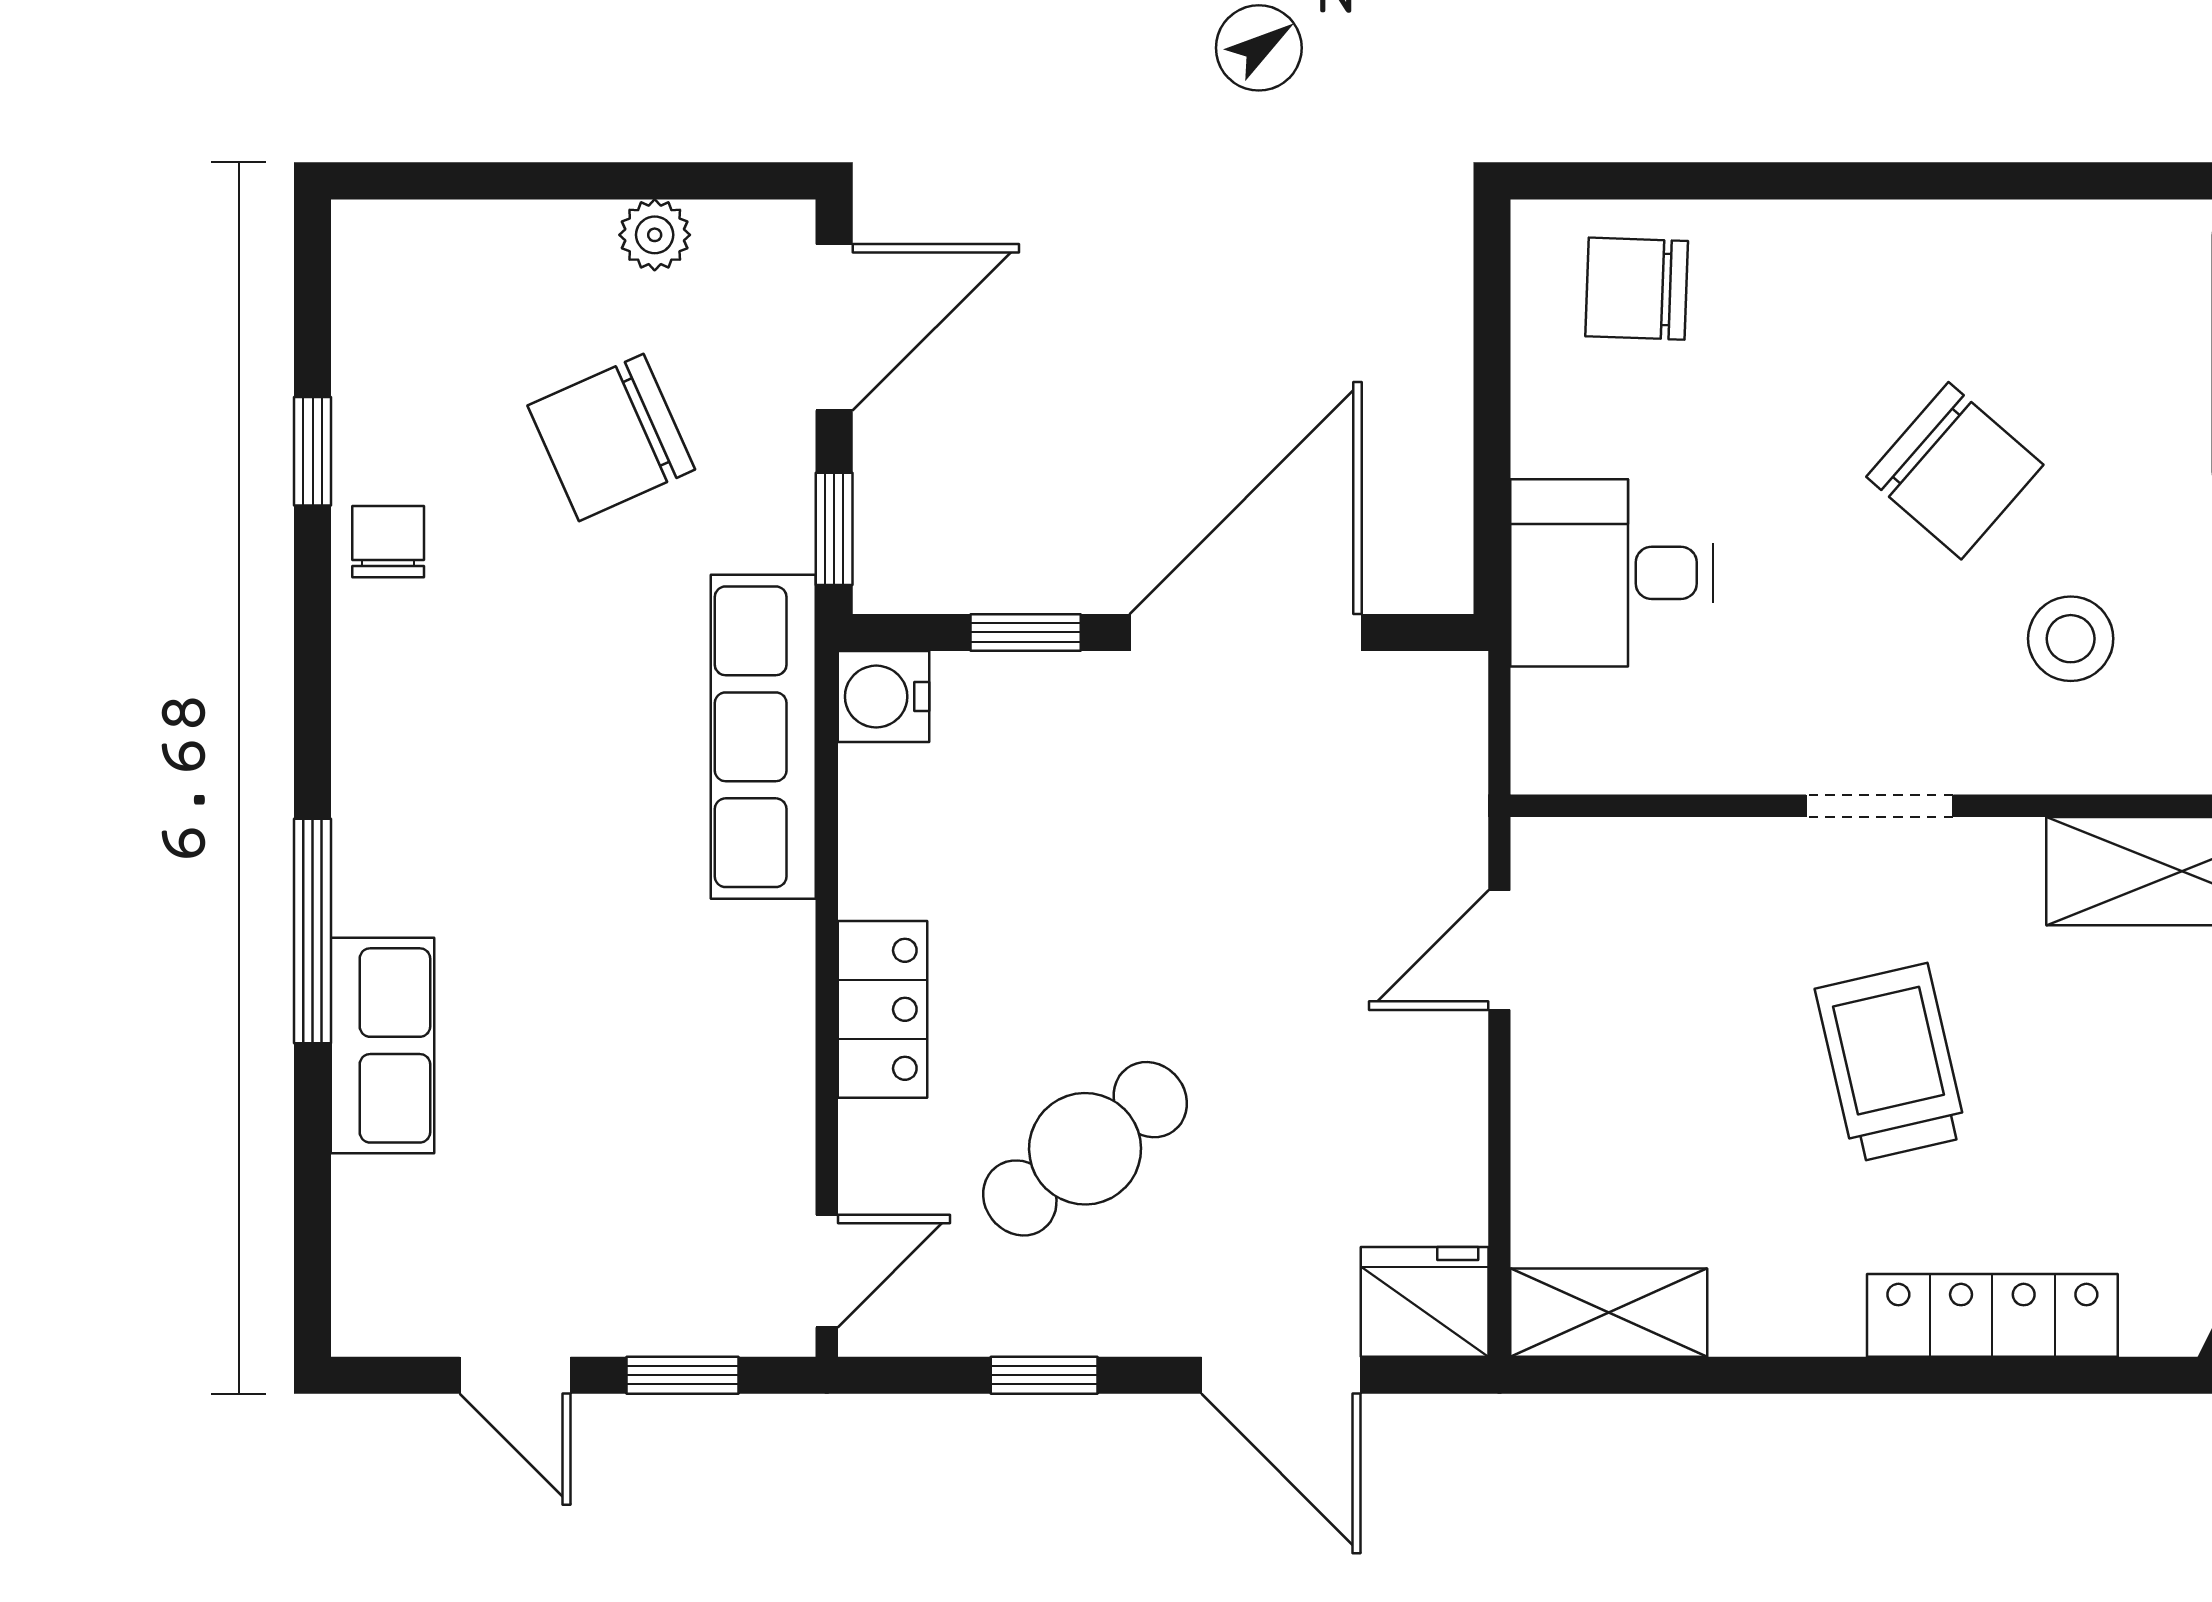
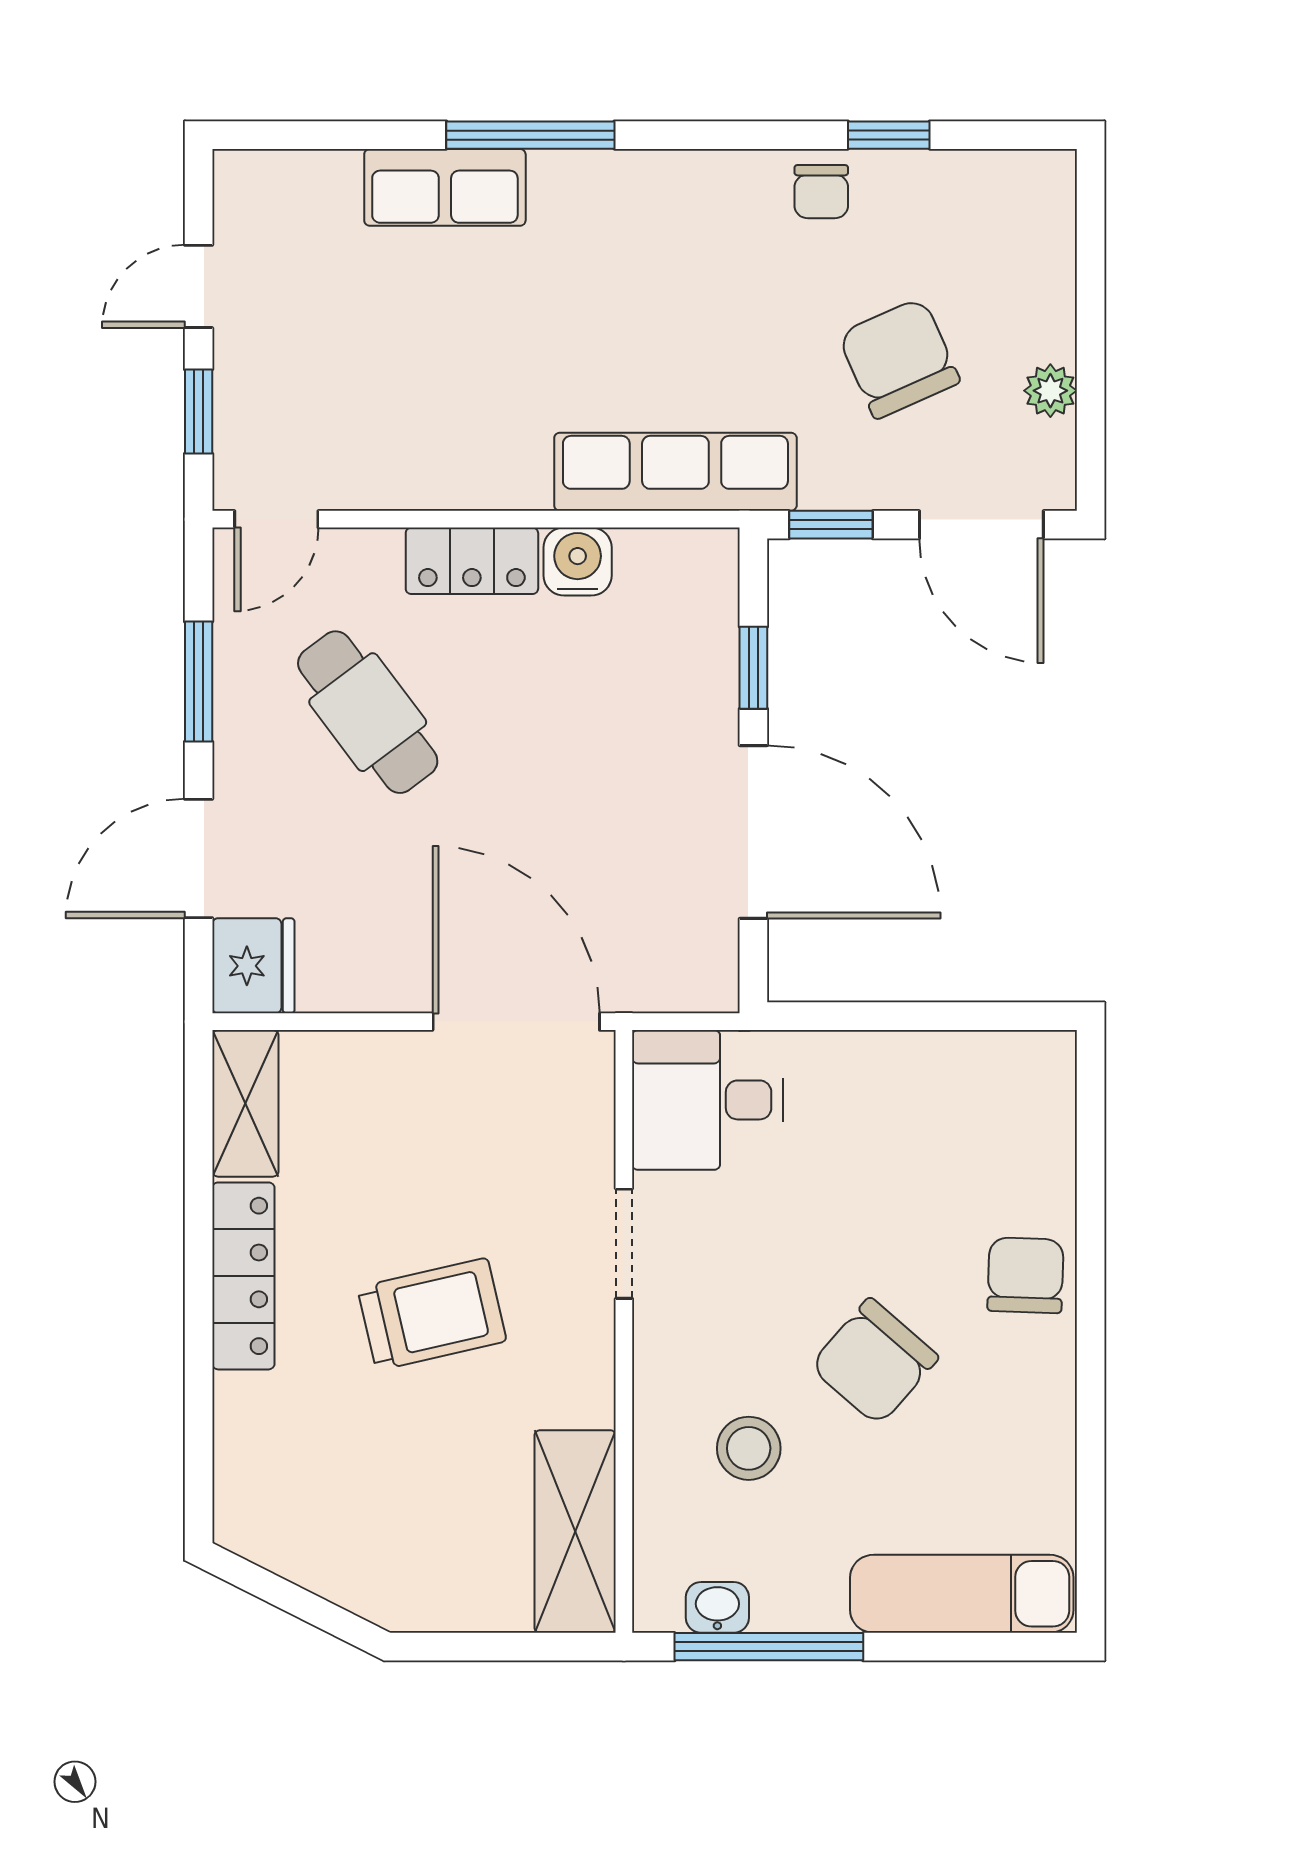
chair: (1637, 289) -> (1026, 1275), moved
chair: (388, 542) -> (821, 192), turned 90
desk: (1612, 573) -> (708, 1100), moved, turned -90
water cooler: (883, 697) -> (578, 562), moved
doorway: (1880, 806) -> (624, 1244), moved
door: (1499, 950) -> (516, 1022), width x1.87
door: (827, 1271) -> (276, 519), hinge flipped
locker: (1992, 1315) -> (243, 1276), moved
window: (1044, 1375) -> (199, 682), width x1.50

